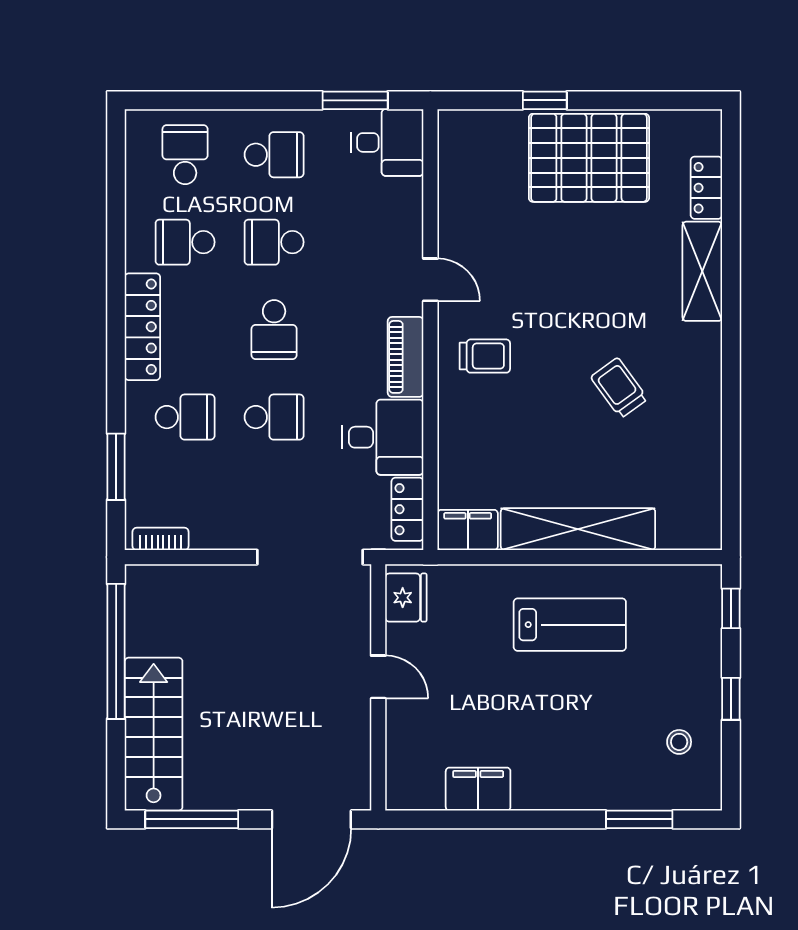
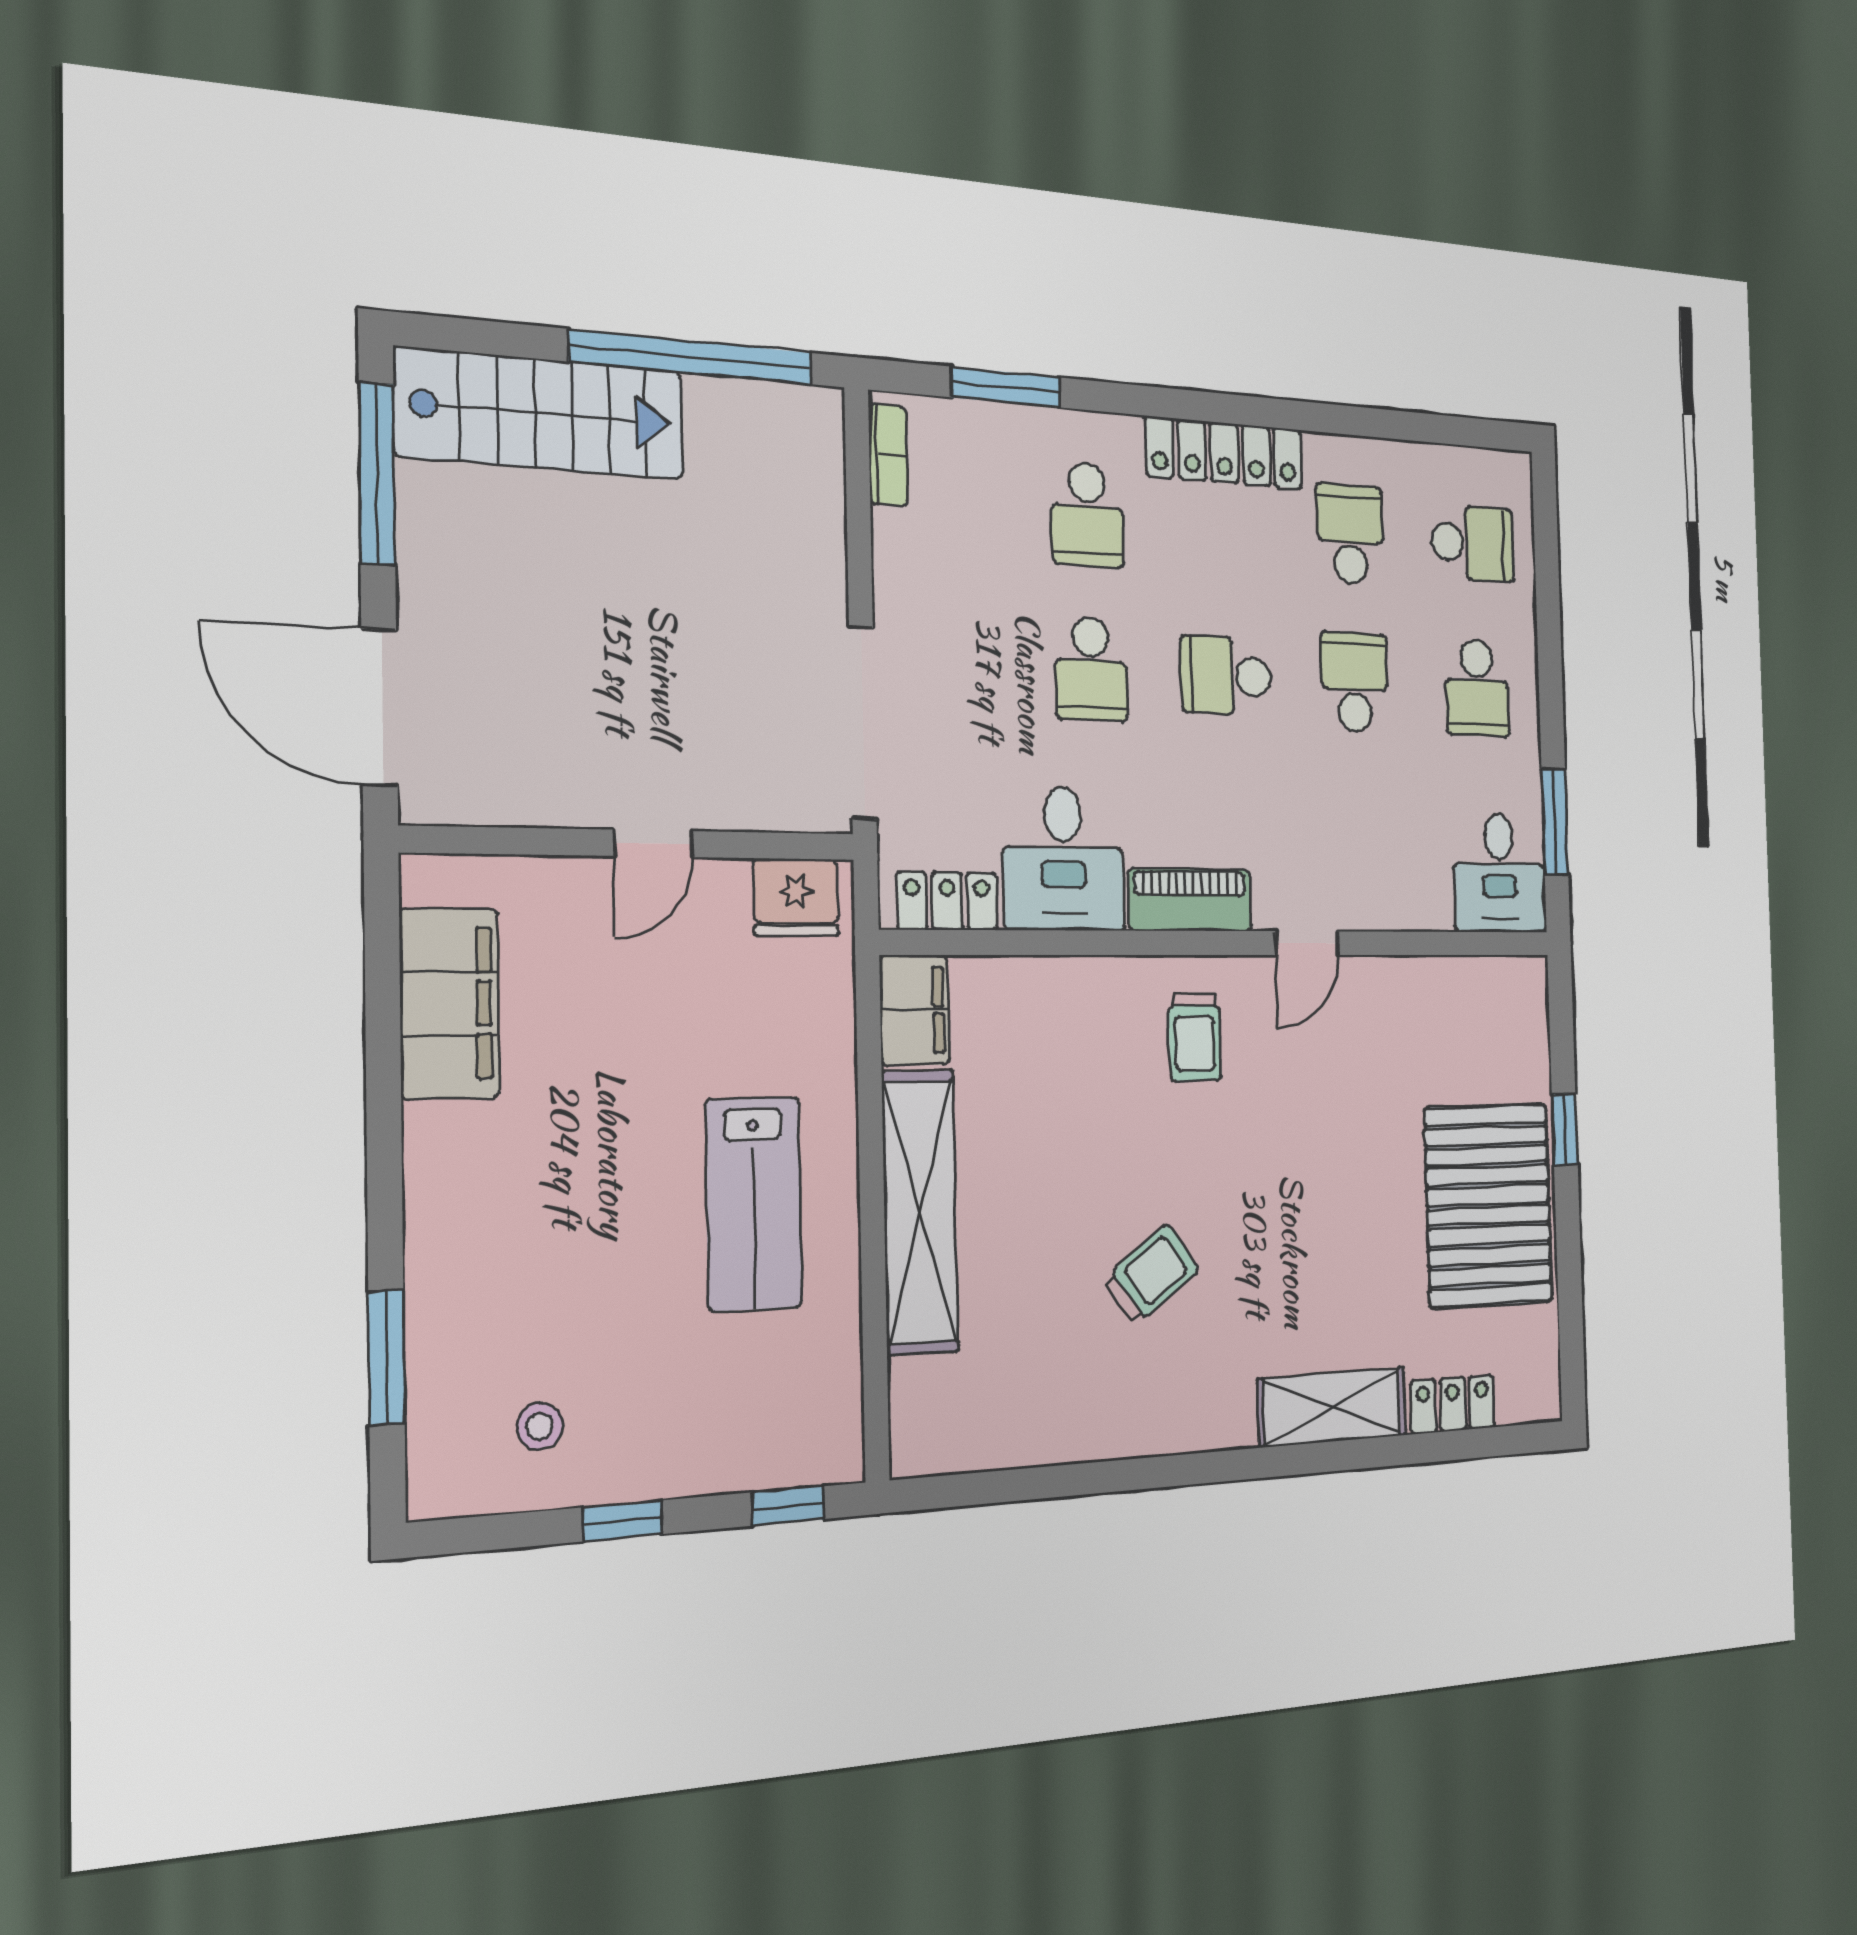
filing cabinet: (478, 789) -> (450, 1003), width x1.50, depth x1.17

